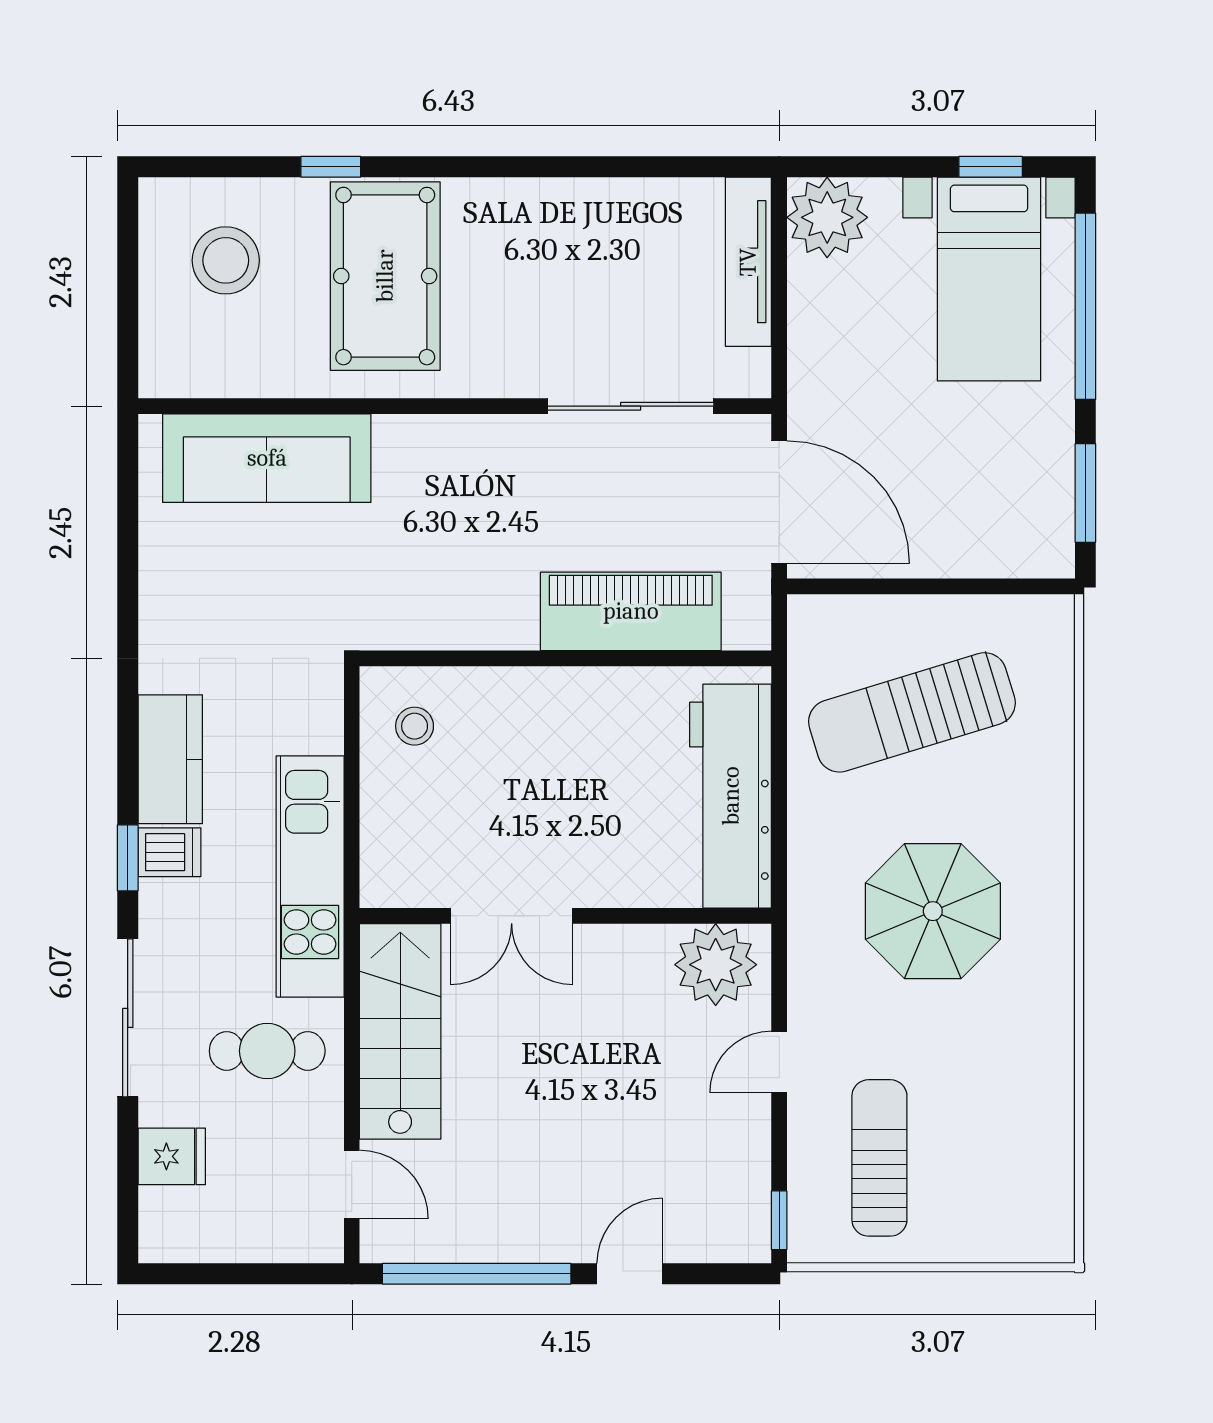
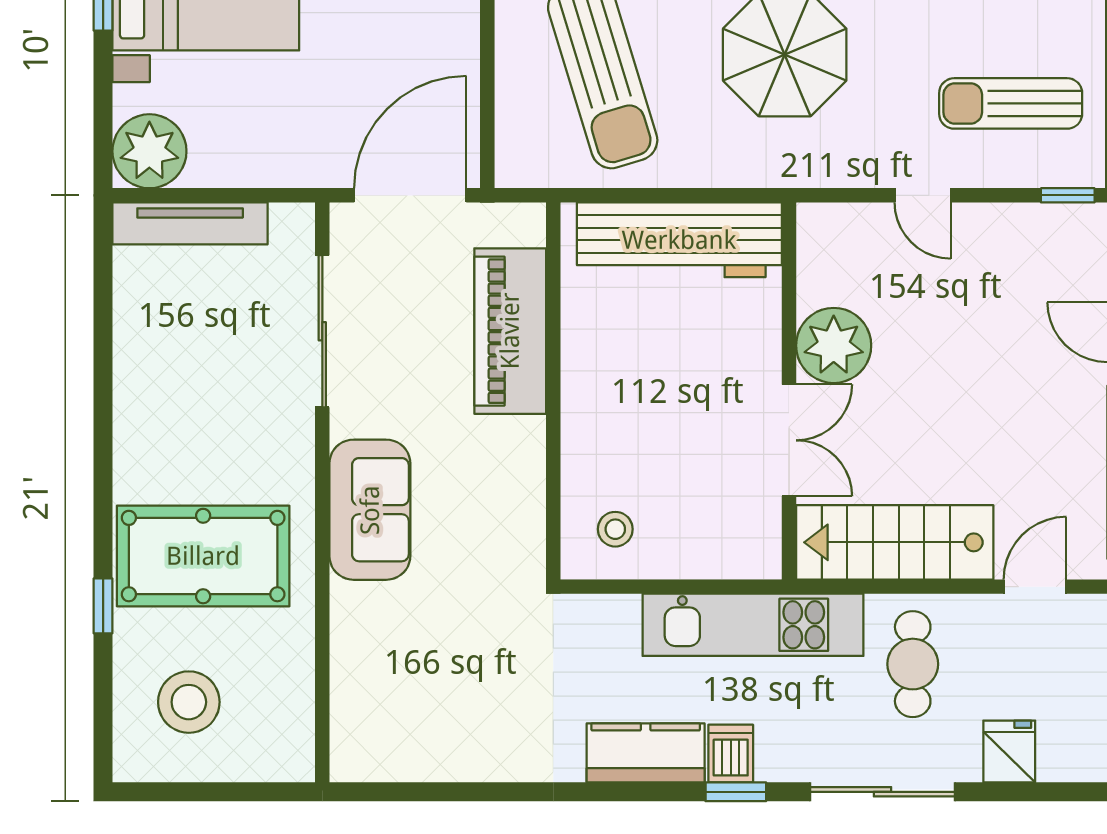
sofa: (267, 458) -> (370, 510), moved, width x0.73
plant: (716, 965) -> (834, 345), moved

